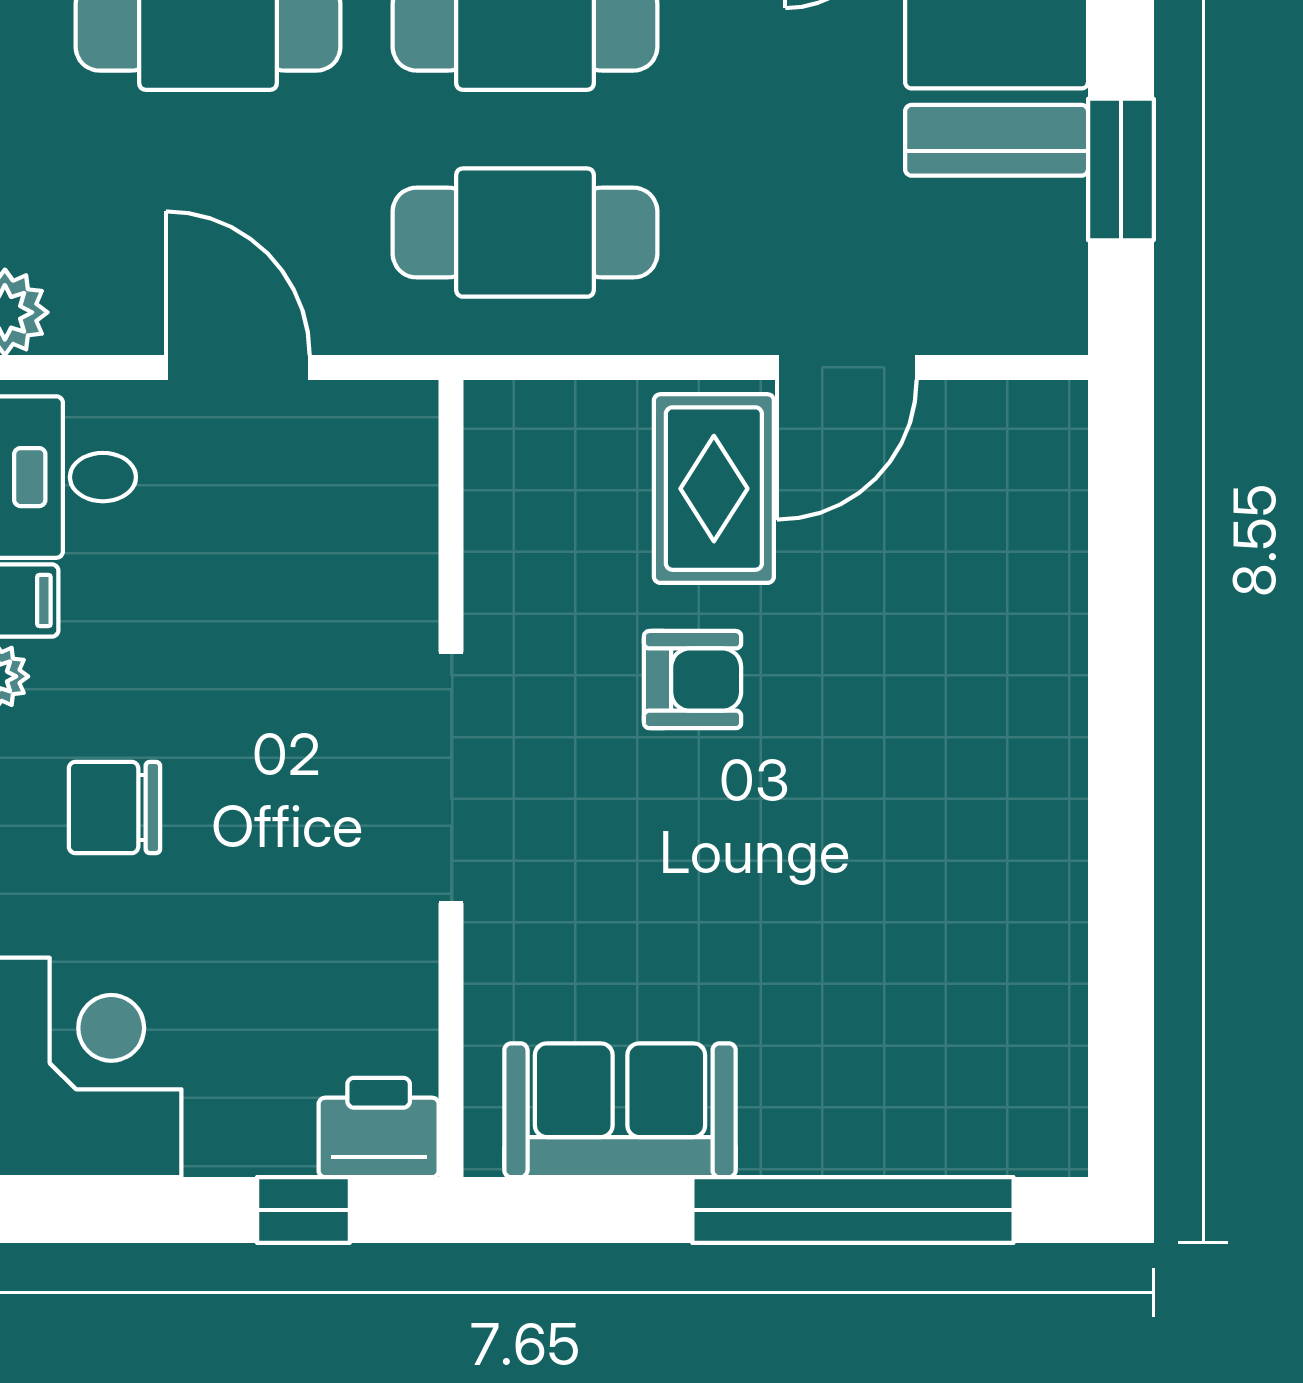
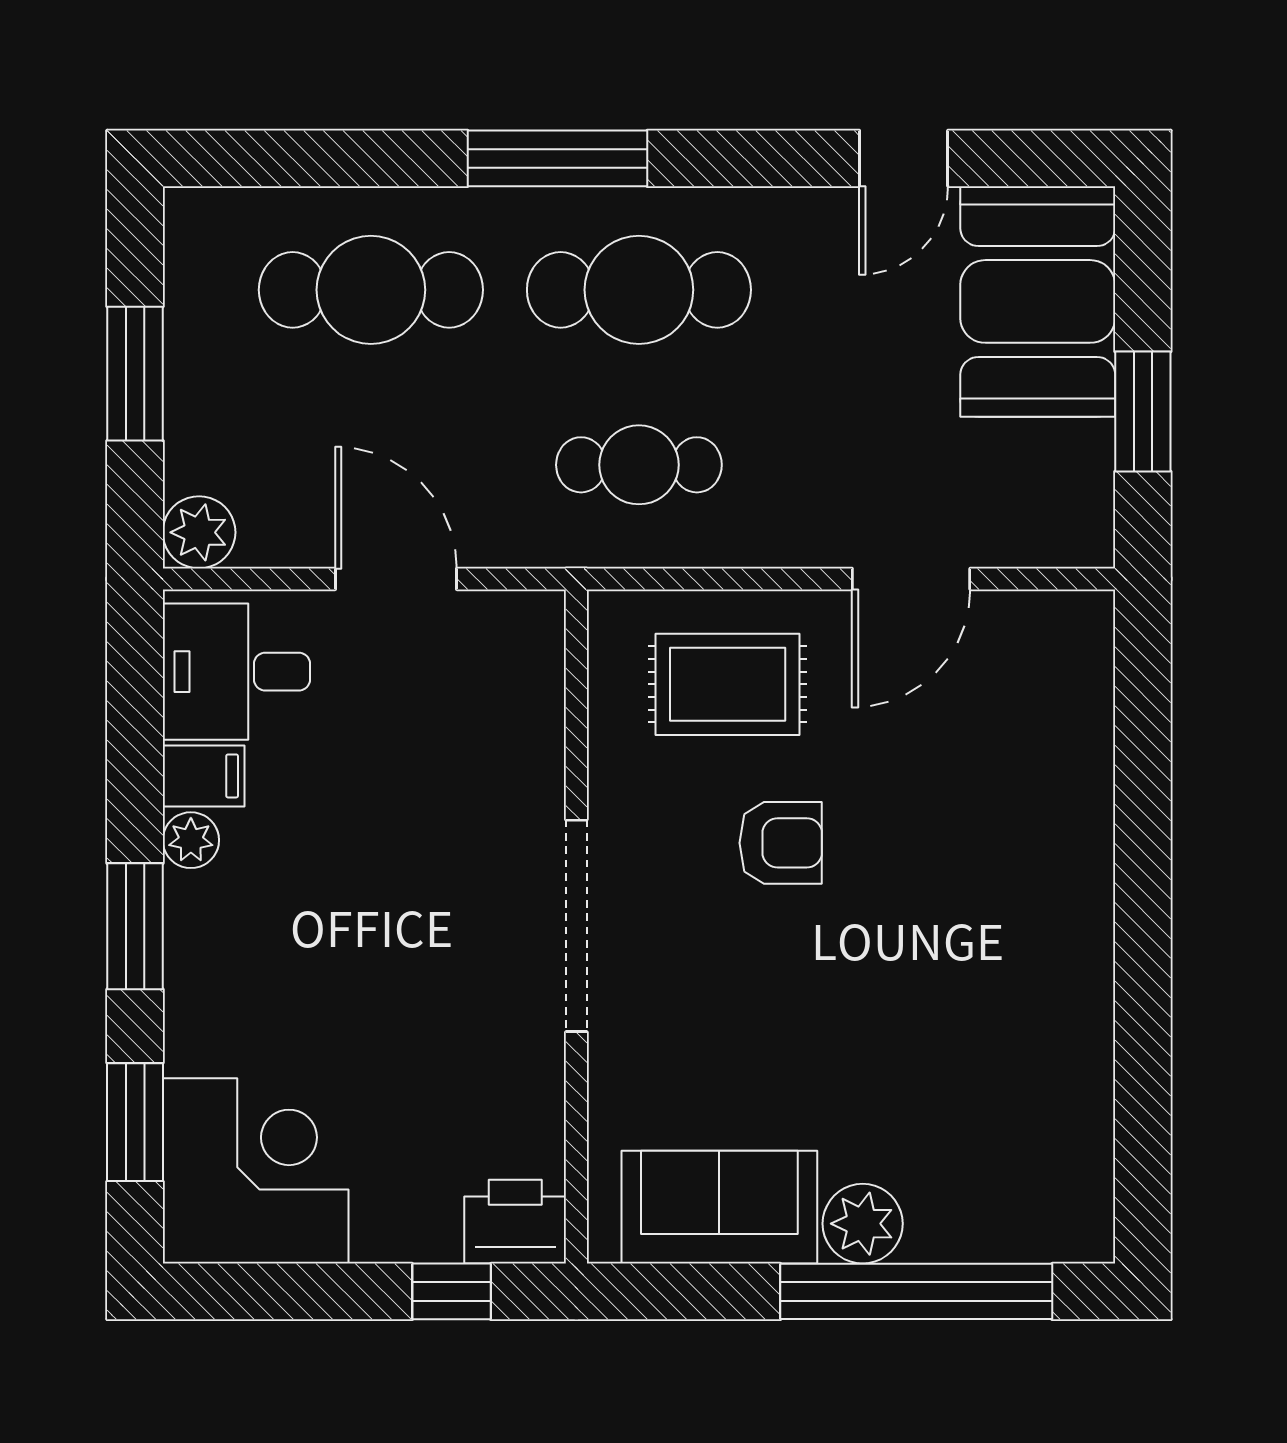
cafe table: (525, 233) -> (639, 465), width x0.73, depth x0.74
rug: (714, 489) -> (728, 684), moved, turned 90
chair: (115, 807) -> (292, 951), removed
plant: (789, 1130) -> (863, 1224), added

